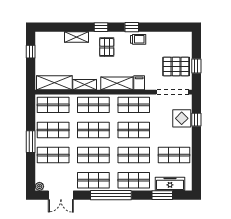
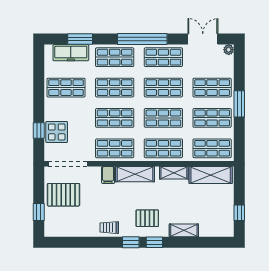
window: (132, 27) -> (131, 242), moved
pallet: (107, 47) -> (147, 218), turned 90
window: (196, 66) -> (39, 212), moved

